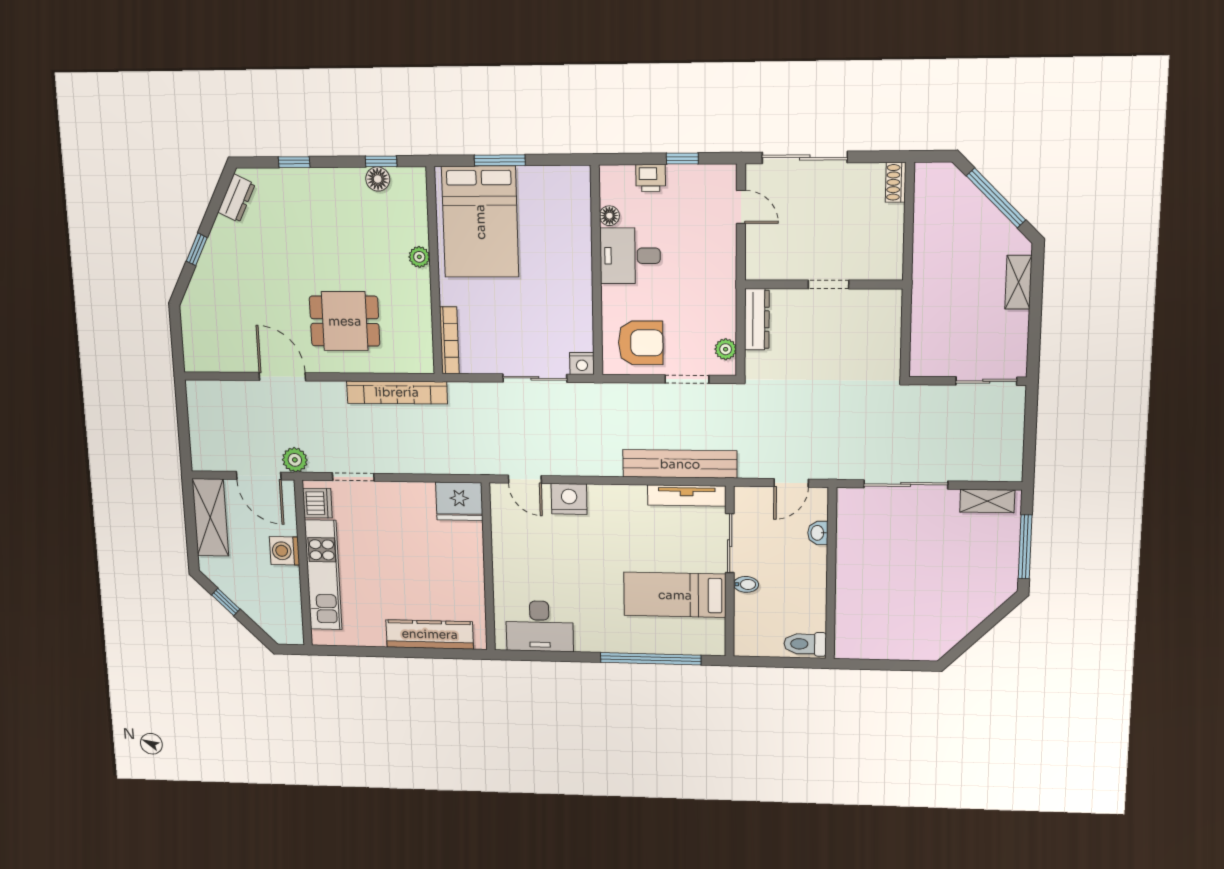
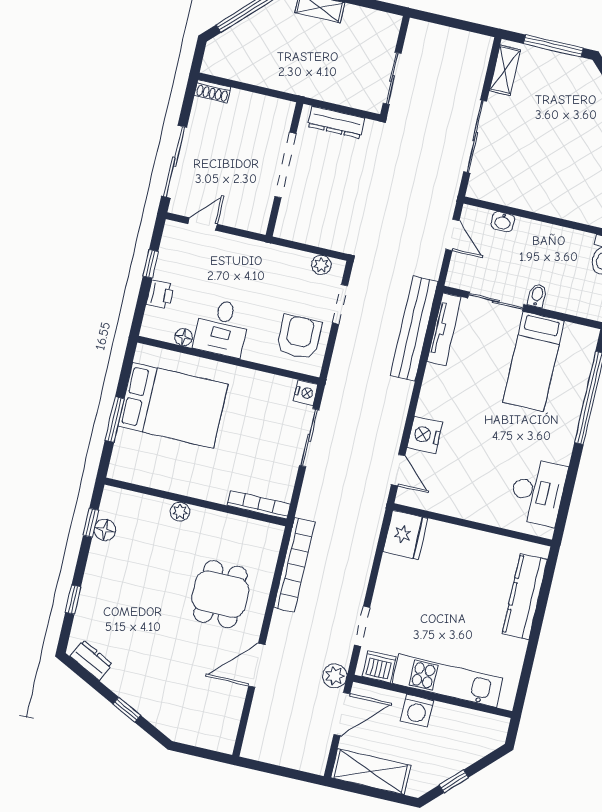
bed: (480, 222) -> (173, 405), moved
doorway: (829, 284) -> (285, 165), width x1.88
dresser: (757, 319) -> (336, 122), moved, turned 180
sliding door: (986, 381) -> (392, 78), moved
door: (525, 479) -> (398, 470), hinge flipped

